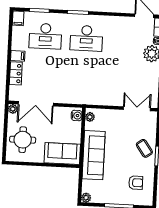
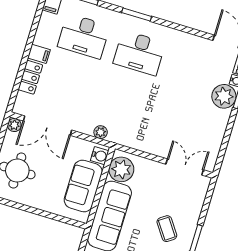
plant: (73, 99) -> (101, 132), added
plant: (90, 117) -> (121, 169), width x1.87, depth x1.87
coffee table: (144, 148) -> (167, 229), moved
sofa: (62, 154) -> (83, 186), moved, turned -90

